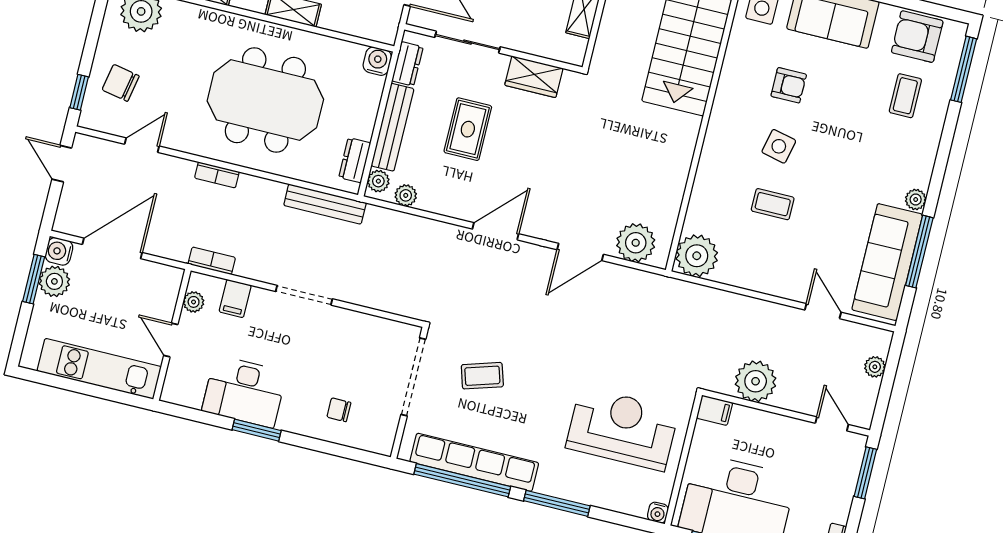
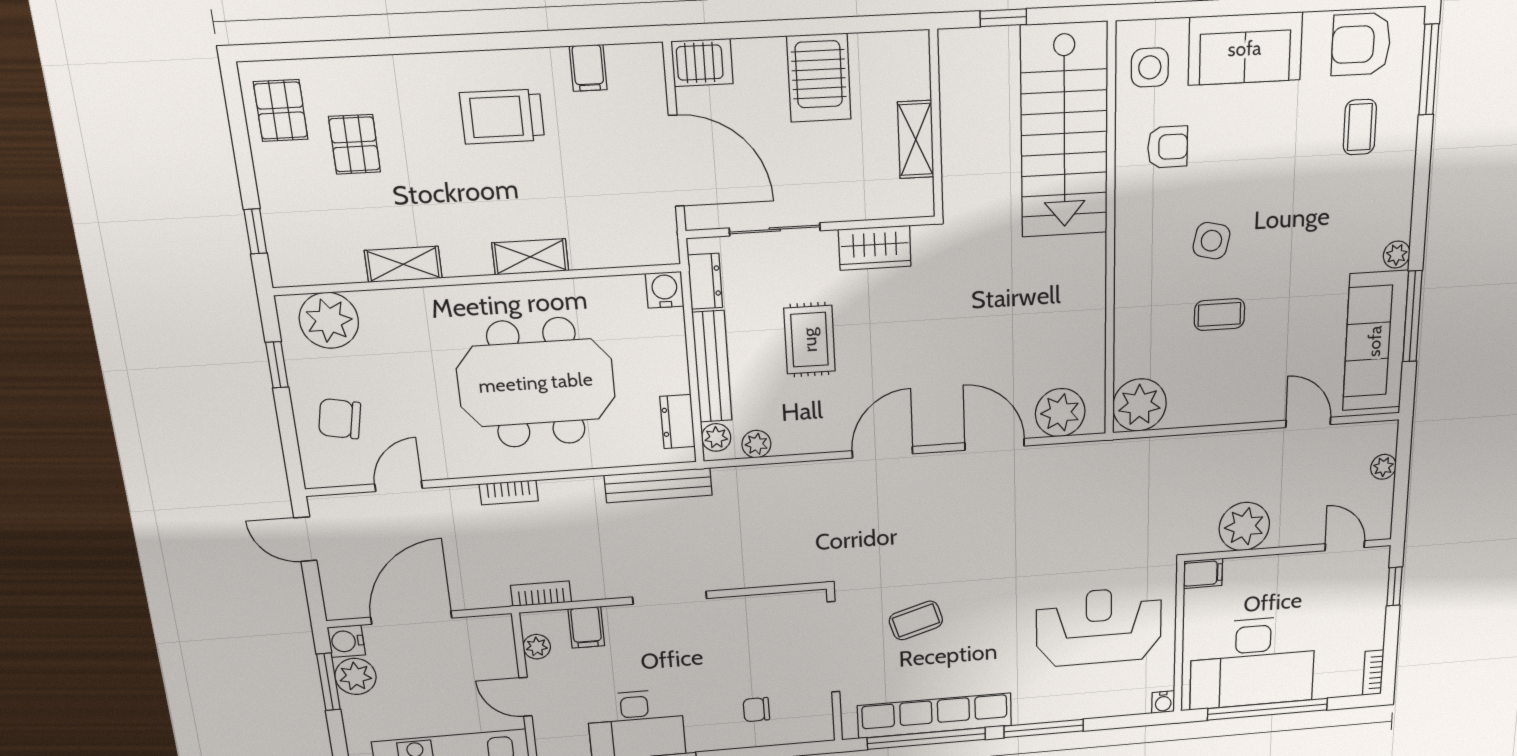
armchair: (789, 85) -> (1168, 147), moved
window: (79, 92) -> (277, 365), moved
door: (580, 252) -> (995, 444), swing flipped
window: (865, 473) -> (1394, 587), width x0.67

